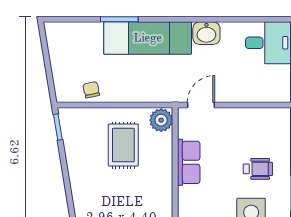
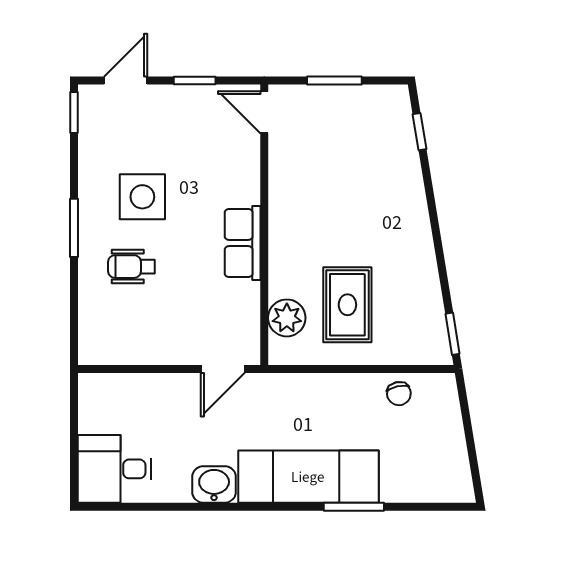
plant: (161, 120) -> (287, 318), moved
row of seats: (189, 162) -> (243, 243), moved

